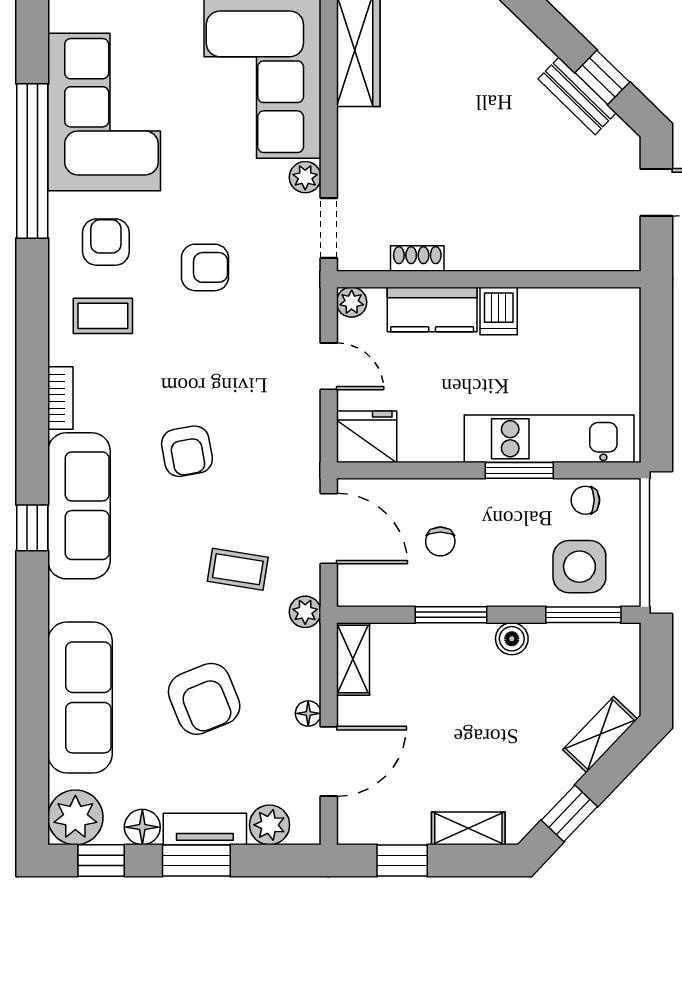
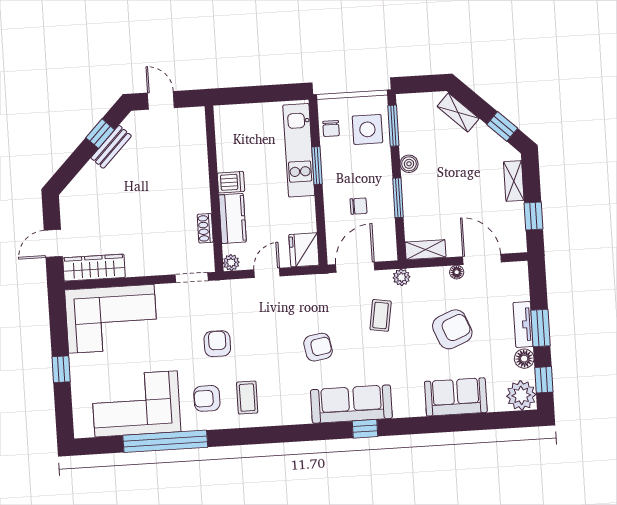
plant: (305, 177) -> (165, 292), removed
bookcase: (60, 398) -> (293, 418), removed
sofa: (80, 697) -> (456, 397), width x0.73
plant: (270, 825) -> (519, 289), removed

